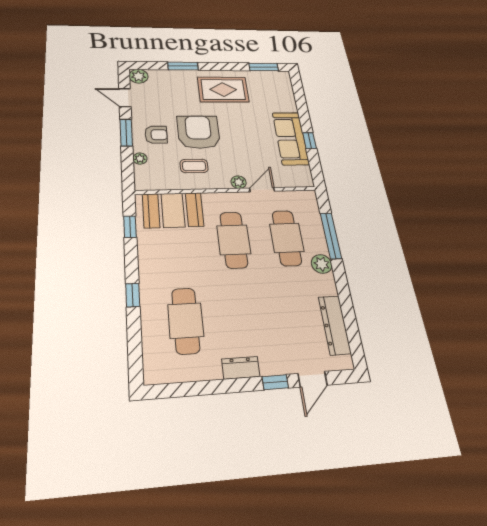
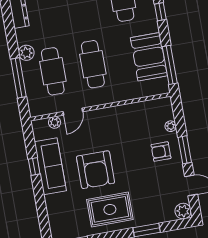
armchair: (198, 132) -> (96, 170), moved
coffee table: (194, 166) -> (128, 126), removed
plant: (239, 182) -> (55, 122), moved
booth: (173, 210) -> (149, 57), moved, turned 90
window: (130, 227) -> (170, 65), width x2.17

